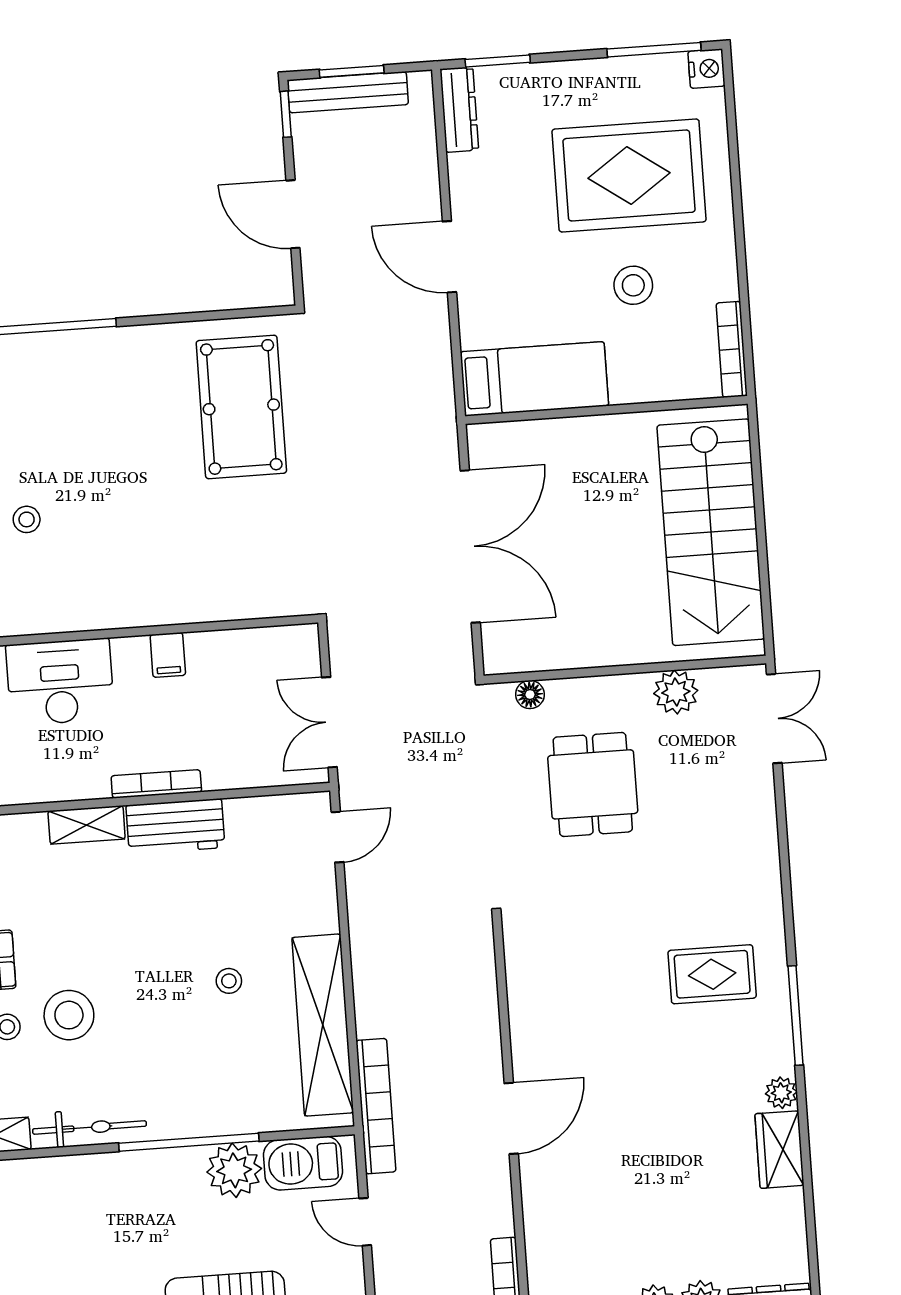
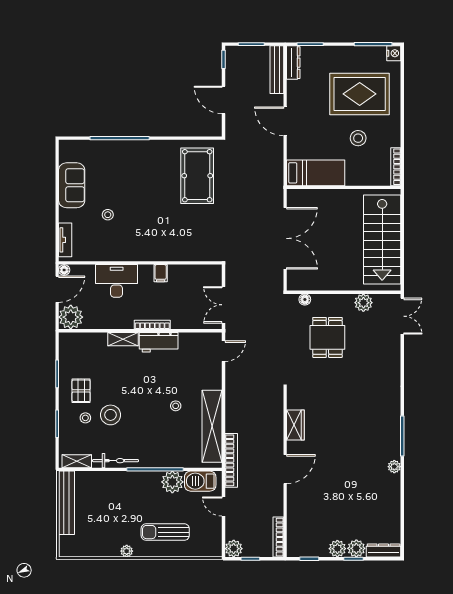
bench: (348, 92) -> (277, 70), moved, turned 90
rug: (712, 974) -> (370, 417), removed
wardrobe: (779, 1150) -> (295, 425), moved, turned 180

